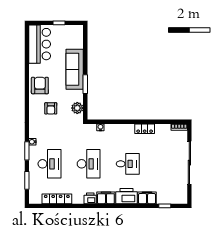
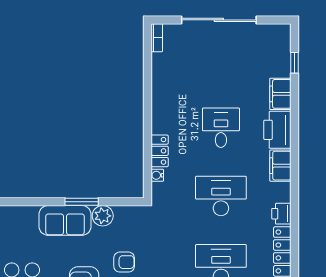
sofa: (75, 69) -> (65, 220), width x0.73
plant: (77, 108) -> (103, 216), moved
locker: (145, 129) -> (160, 151), moved
printer: (90, 198) -> (281, 214), moved

